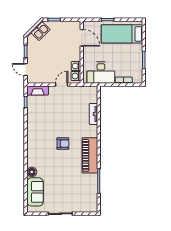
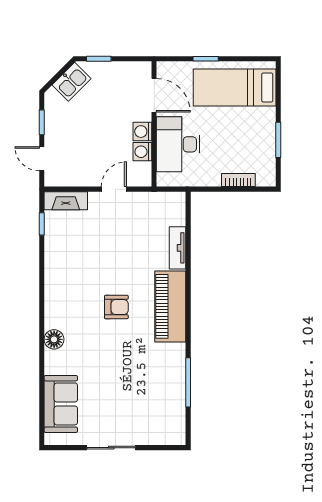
desk: (101, 73) -> (178, 144), moved, turned 90
washing machine: (76, 76) -> (142, 132), moved
piano: (90, 155) -> (170, 306), moved
floor lamp: (32, 172) -> (54, 339), moved

